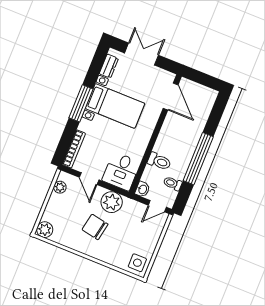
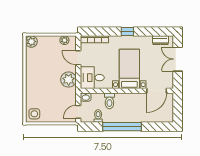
double door: (142, 54) -> (178, 59), swing flipped
window: (81, 103) -> (127, 31), width x0.46
bed with nightstands: (115, 106) -> (129, 69), moved, turned 180
door: (89, 179) -> (78, 58), hinge flipped
door: (157, 206) -> (78, 112), hinge flipped
chair: (95, 227) -> (47, 75), removed

